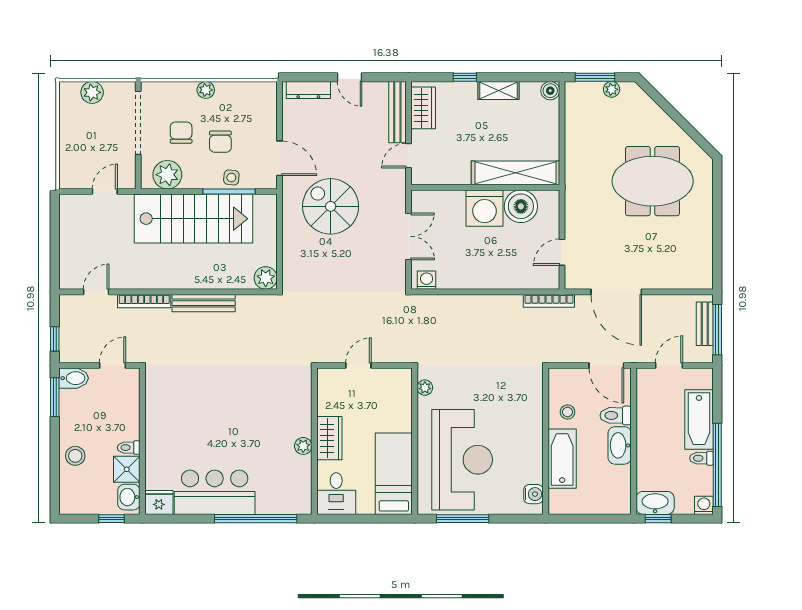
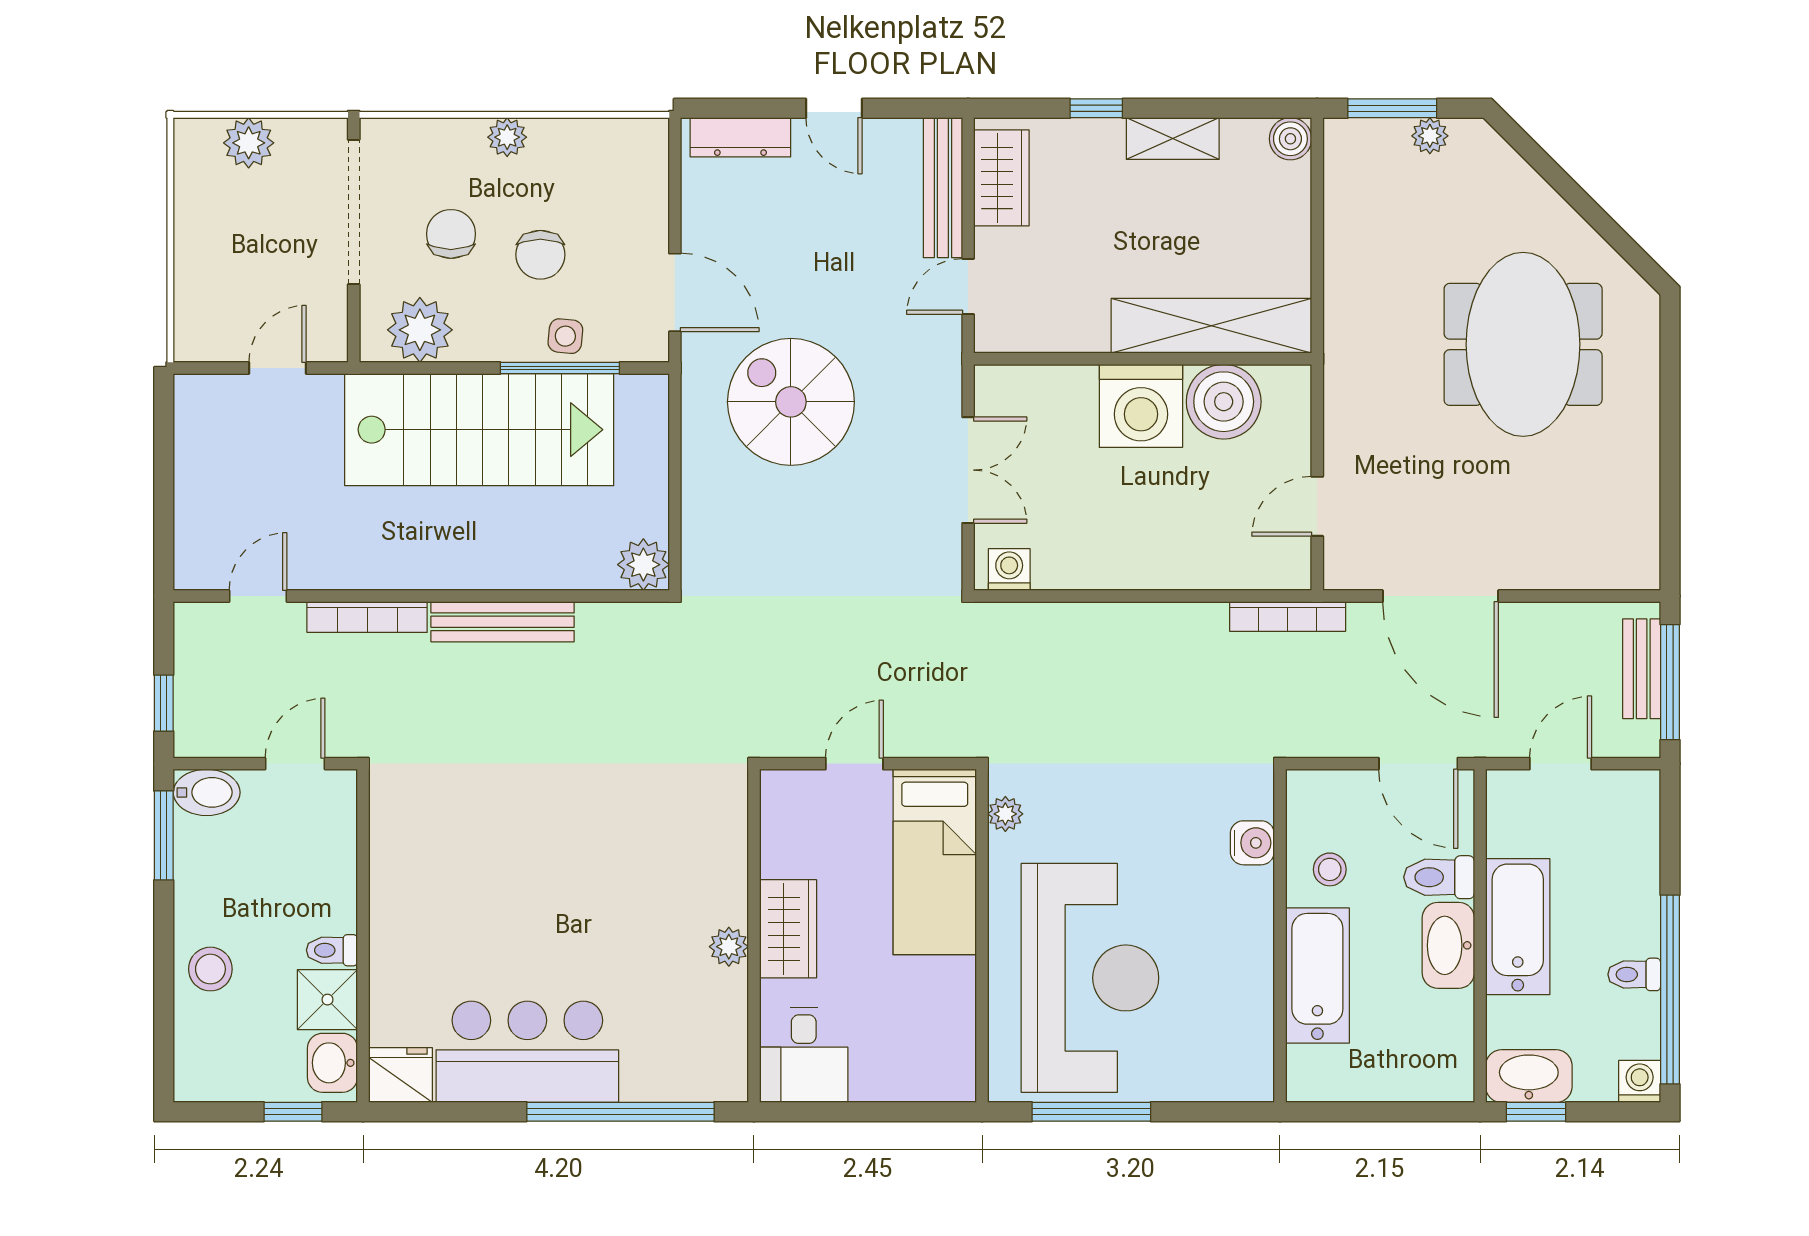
meeting table: (653, 181) -> (1523, 344), turned 90
bathtub: (699, 420) -> (1518, 927), moved, turned 180
bed: (394, 474) -> (935, 862), moved, turned 180
water cooler: (533, 494) -> (1252, 843), moved

